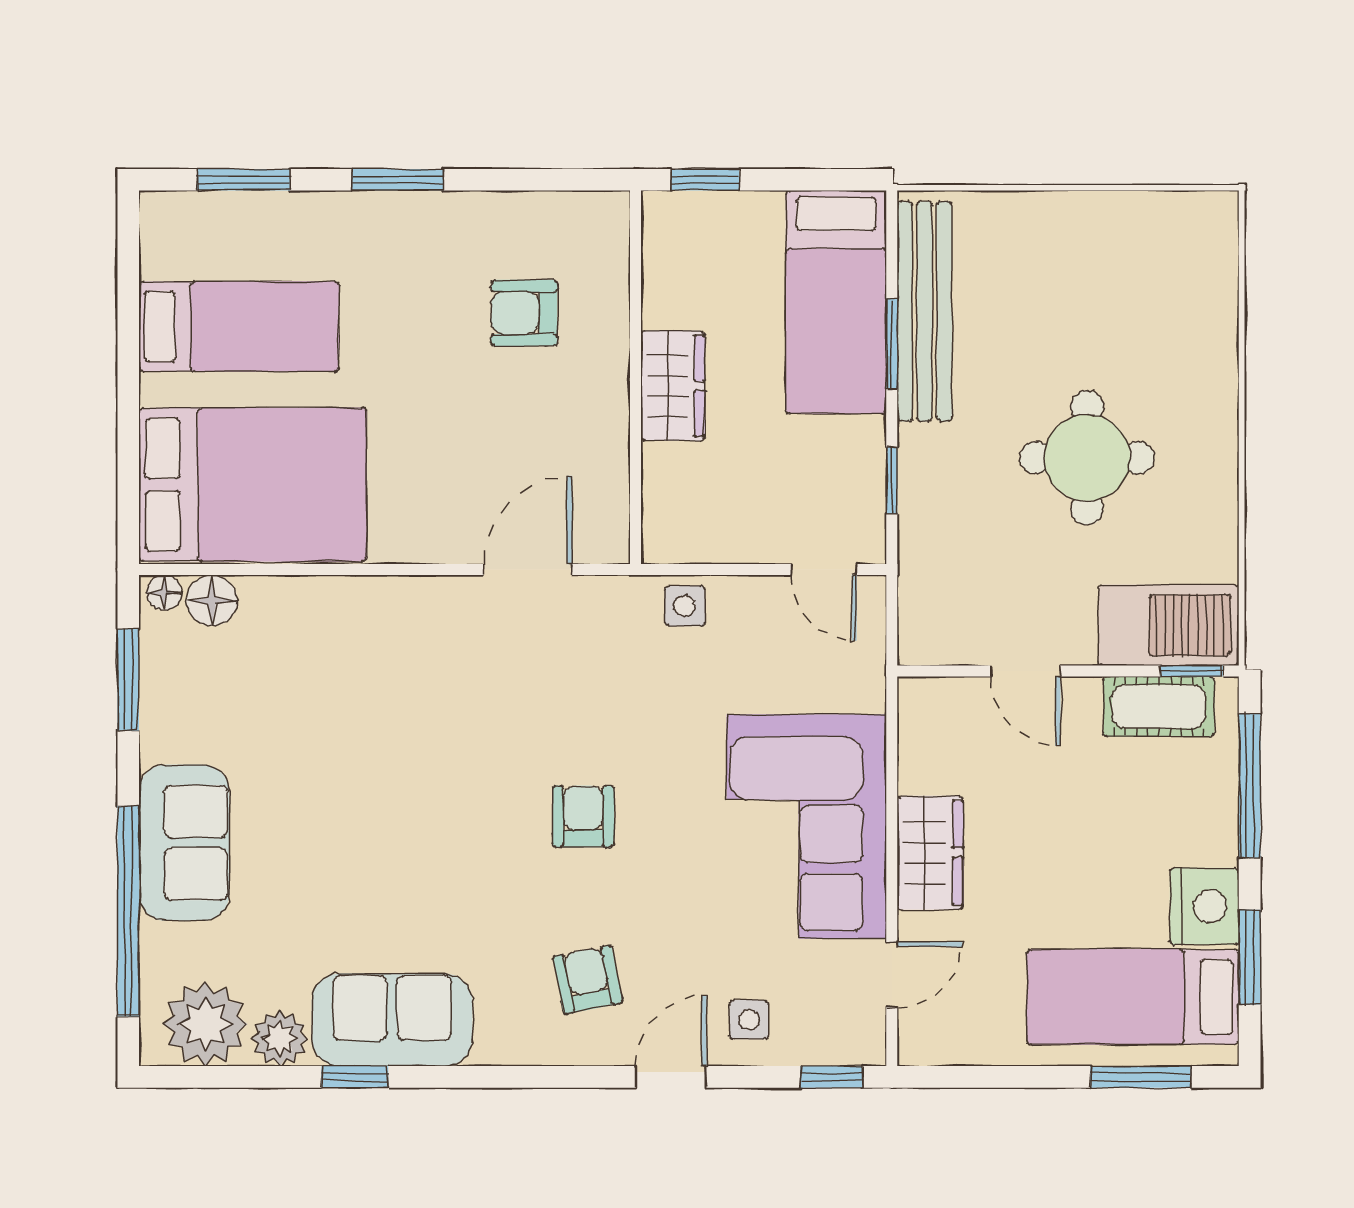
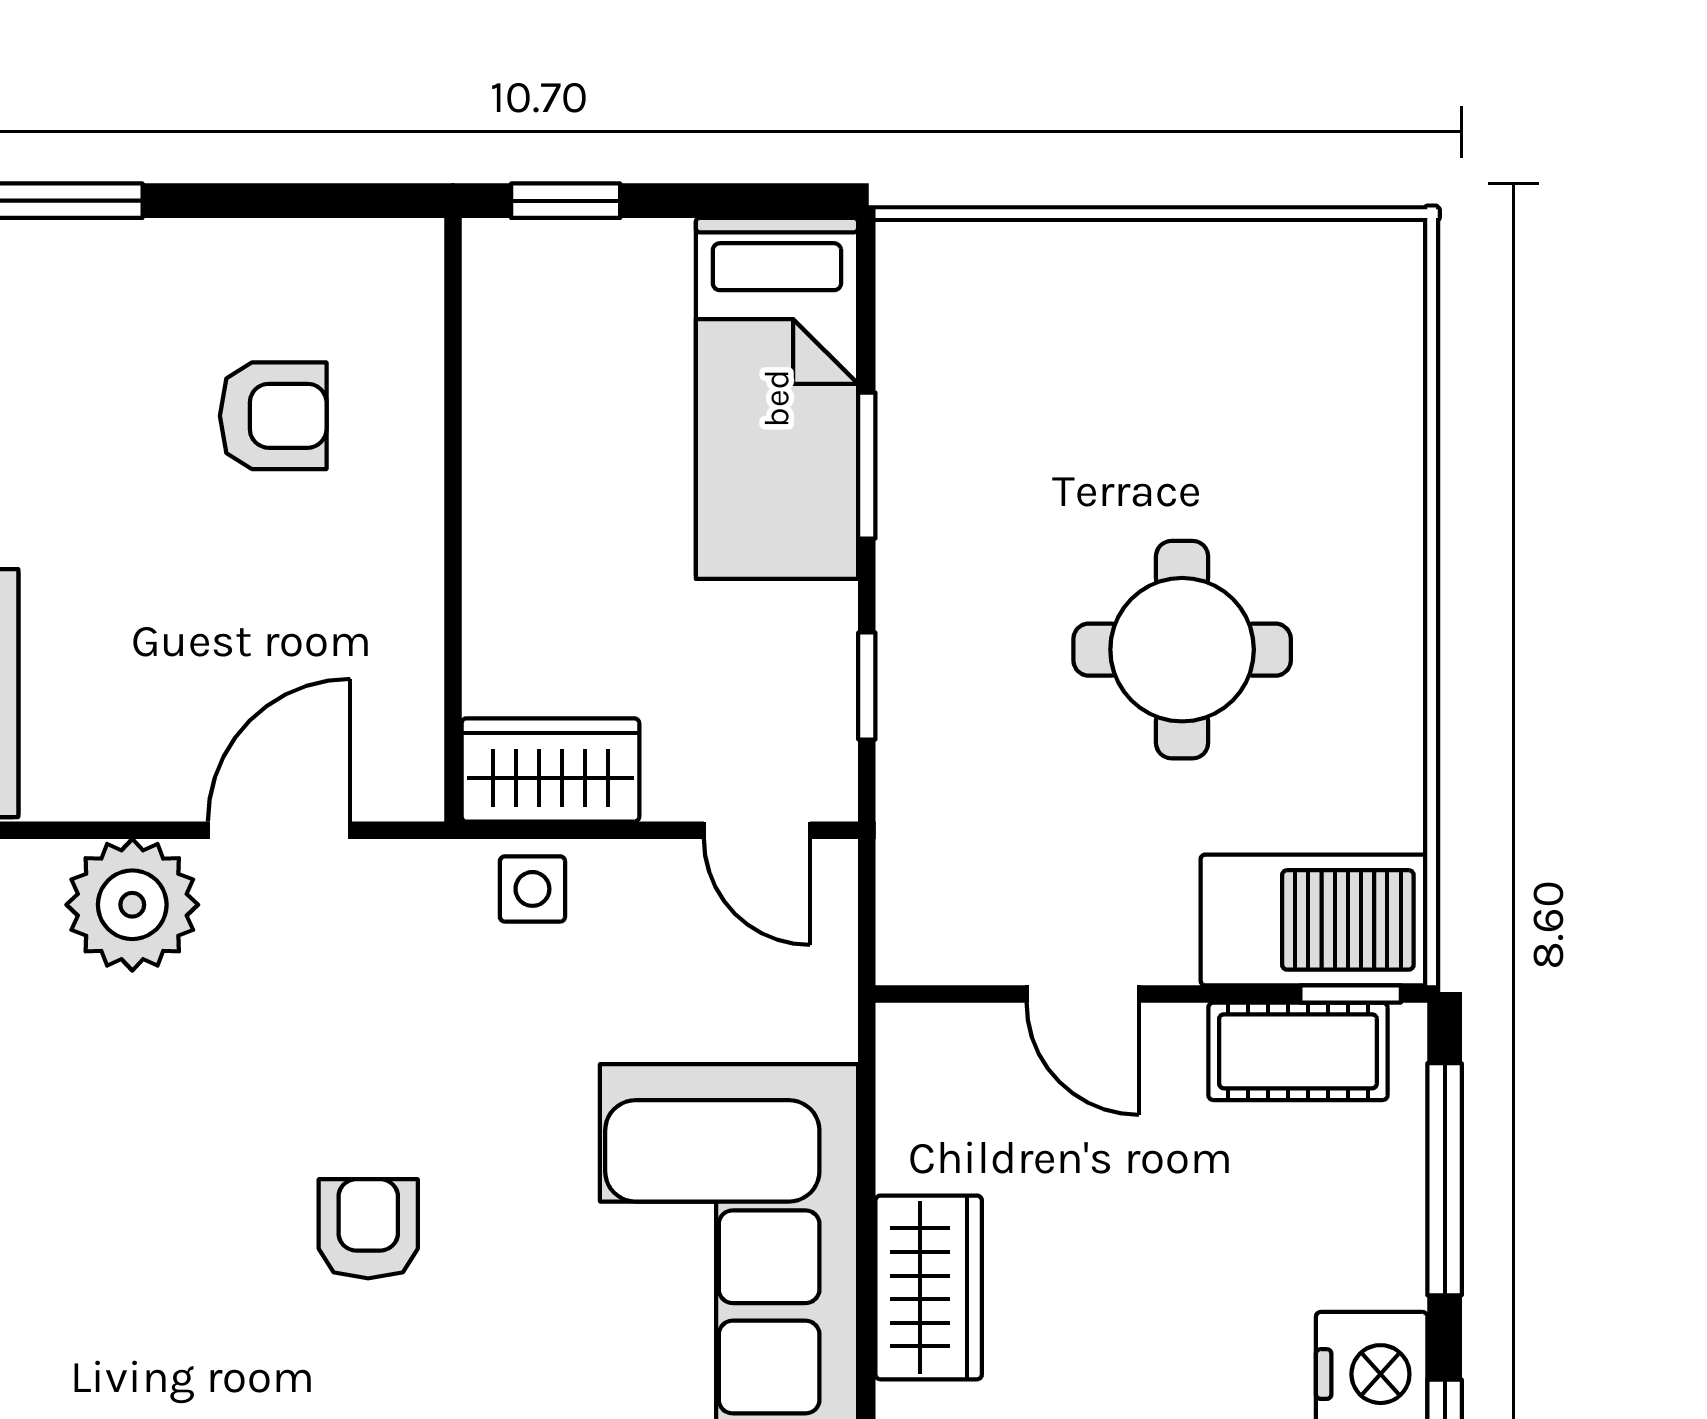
bench: (925, 311) -> (920, 413), removed
armchair: (524, 313) -> (273, 416), turned 180
wardrobe: (673, 386) -> (550, 770), moved, turned -90
plant: (437, 616) -> (132, 905), added

